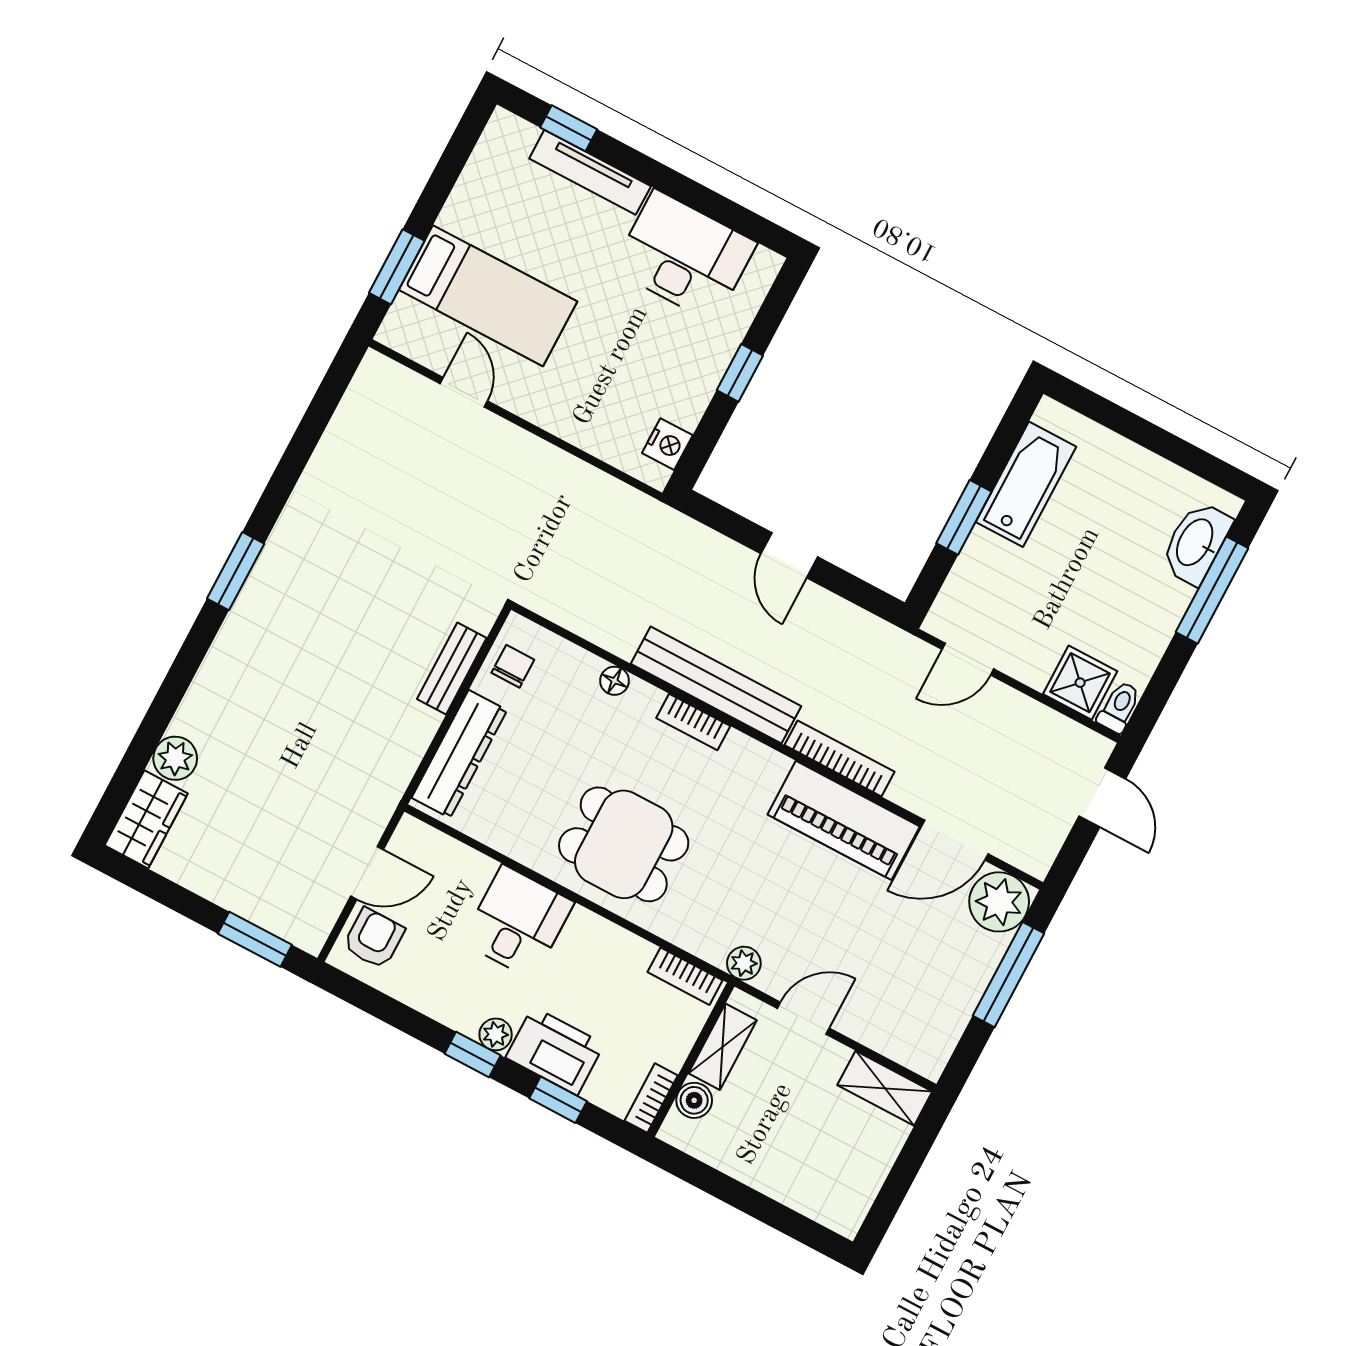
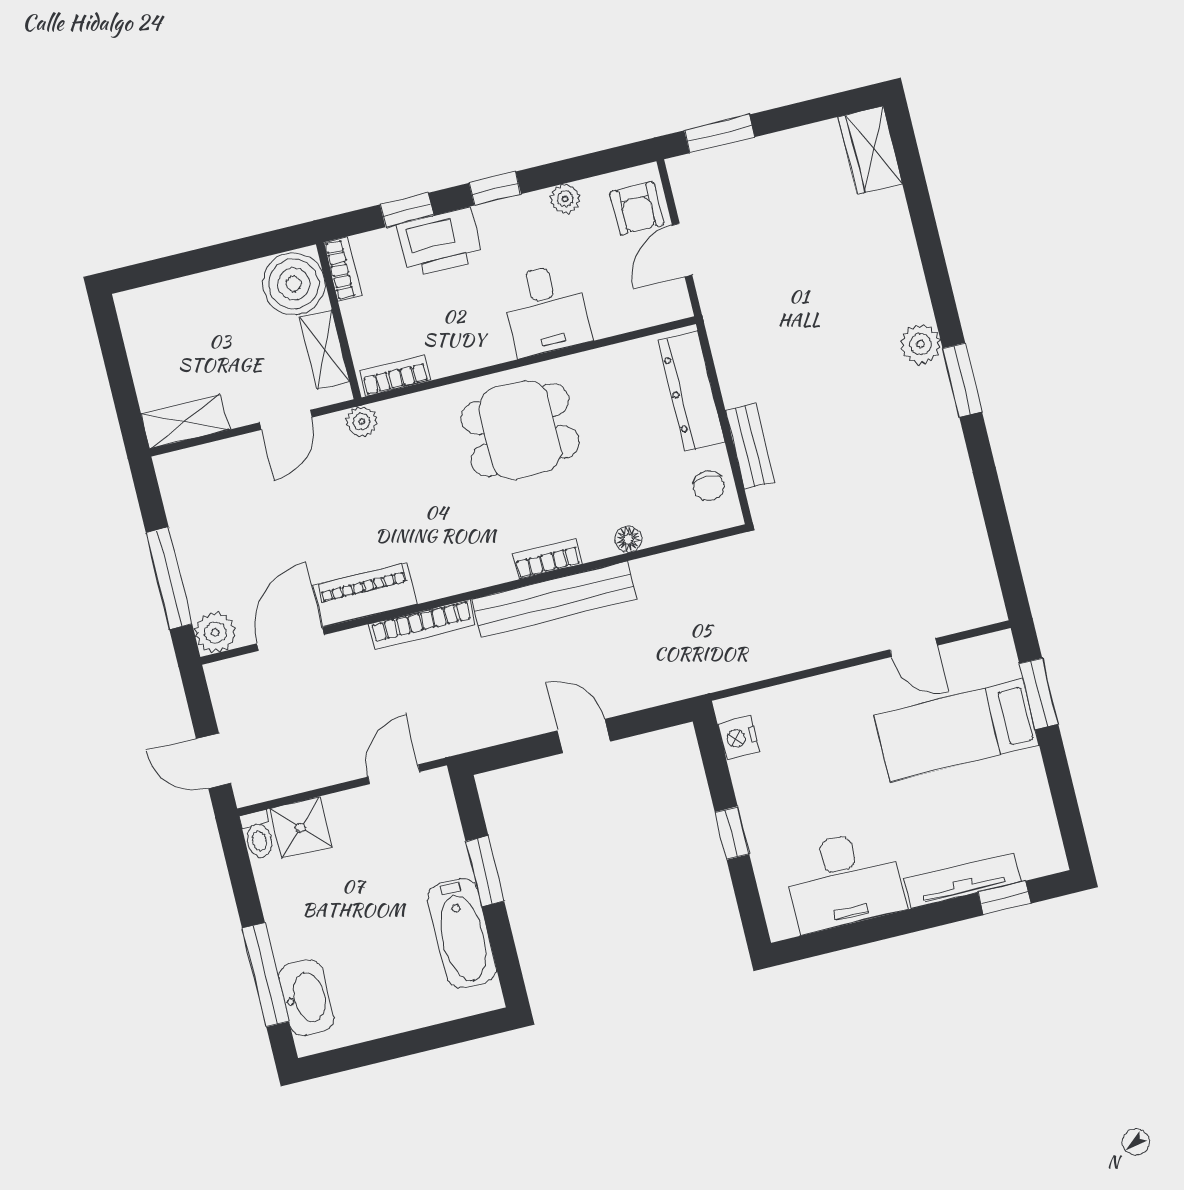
plant: (175, 758) -> (921, 344), moved
piano: (844, 820) -> (365, 595), width x0.73, depth x0.75
plant: (999, 902) -> (215, 632), width x0.73, depth x0.73
plant: (496, 1034) -> (565, 199), moved
boiler: (694, 1100) -> (294, 284), width x1.86, depth x1.86

